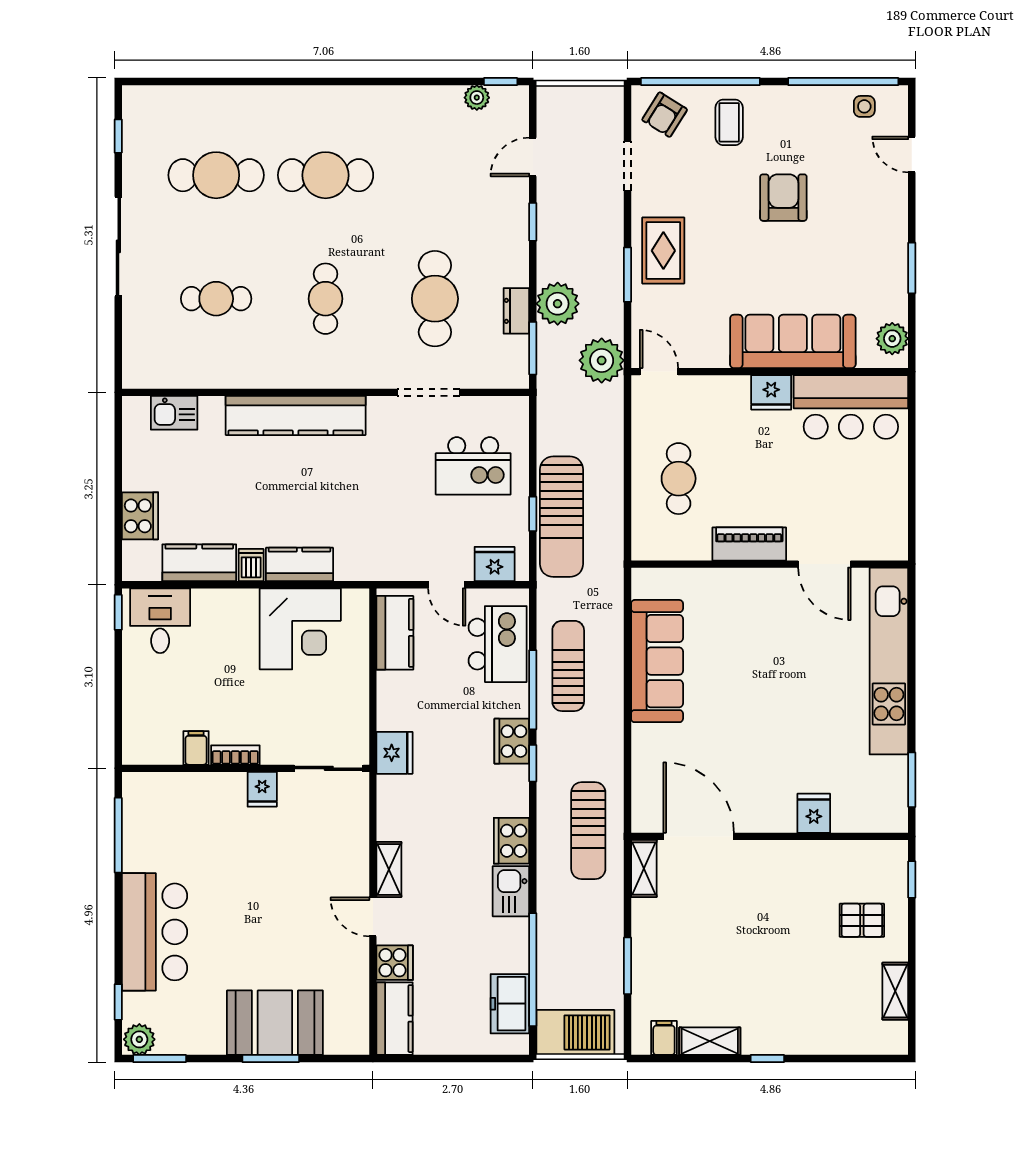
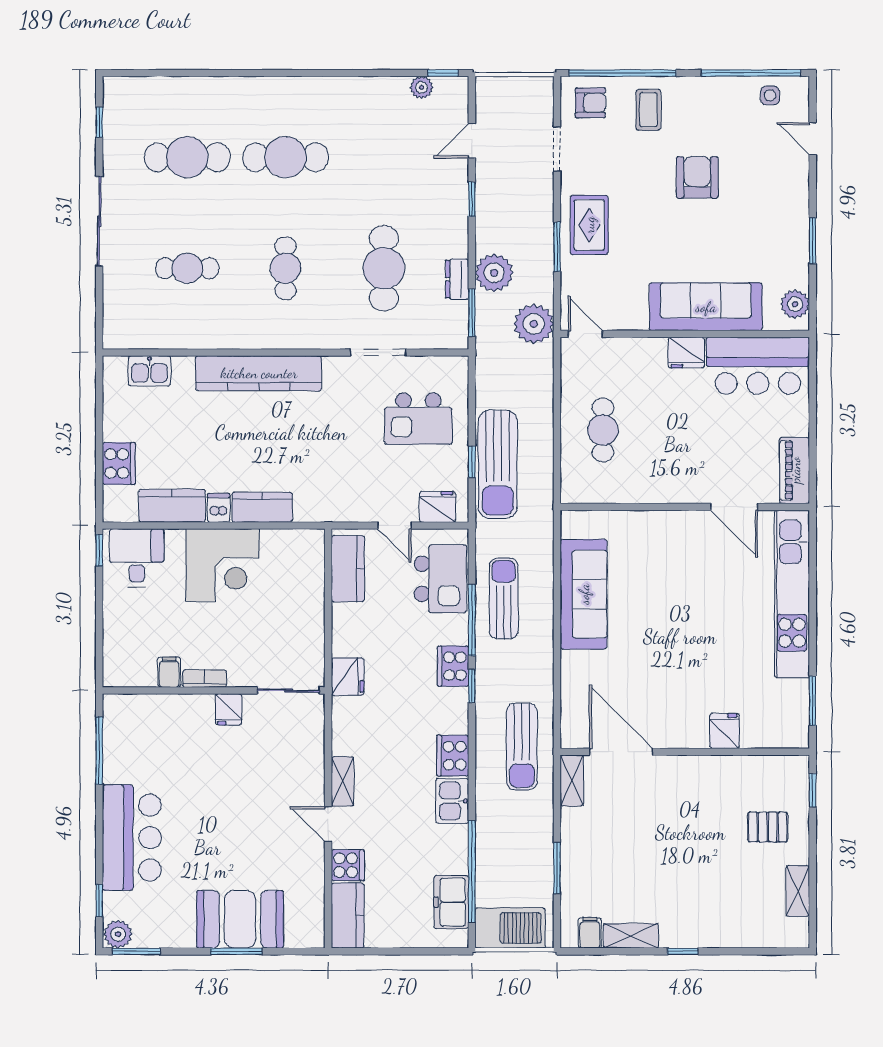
armchair: (665, 115) -> (590, 103), turned -122
piano: (749, 544) -> (795, 470), moved, turned -90
corner desk: (300, 629) -> (223, 565), moved

